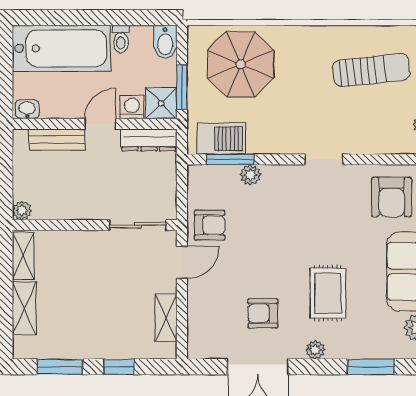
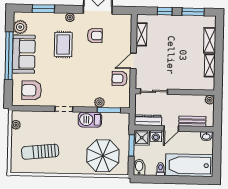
barbecue: (221, 139) -> (90, 120), moved
armchair: (392, 197) -> (32, 90), turned -90
plant: (22, 210) -> (210, 100), moved
wall: (95, 225) -> (175, 92), moved
sliding door: (138, 225) -> (154, 91), moved

